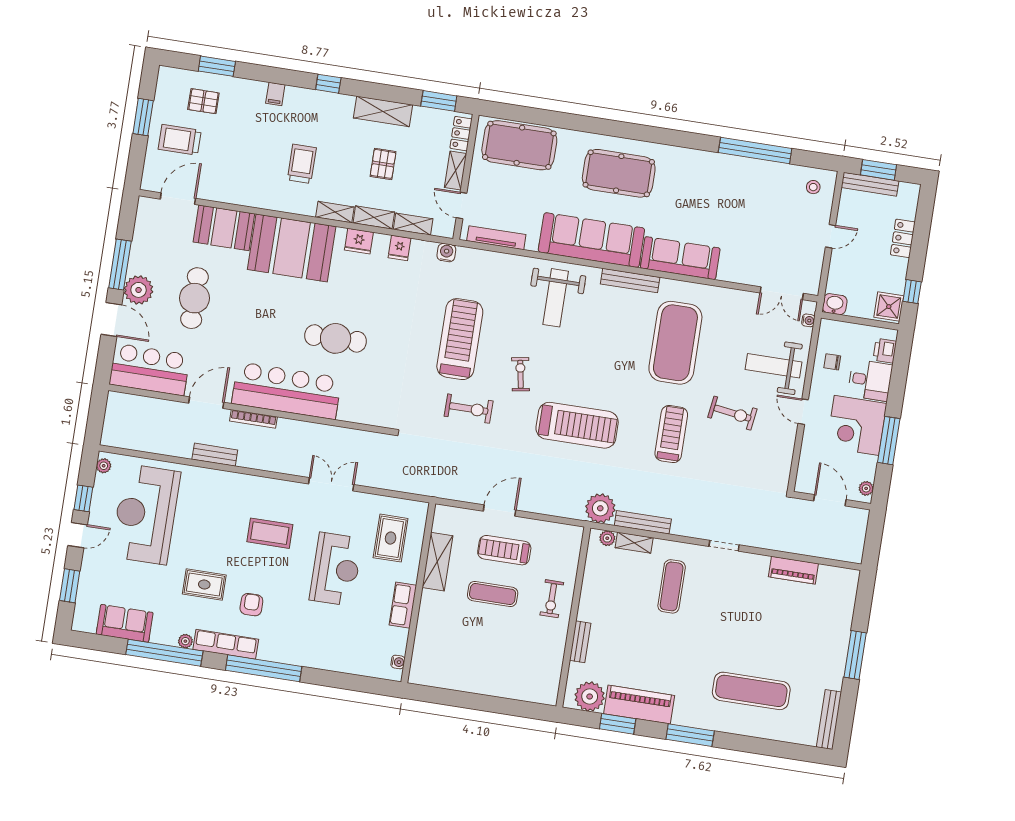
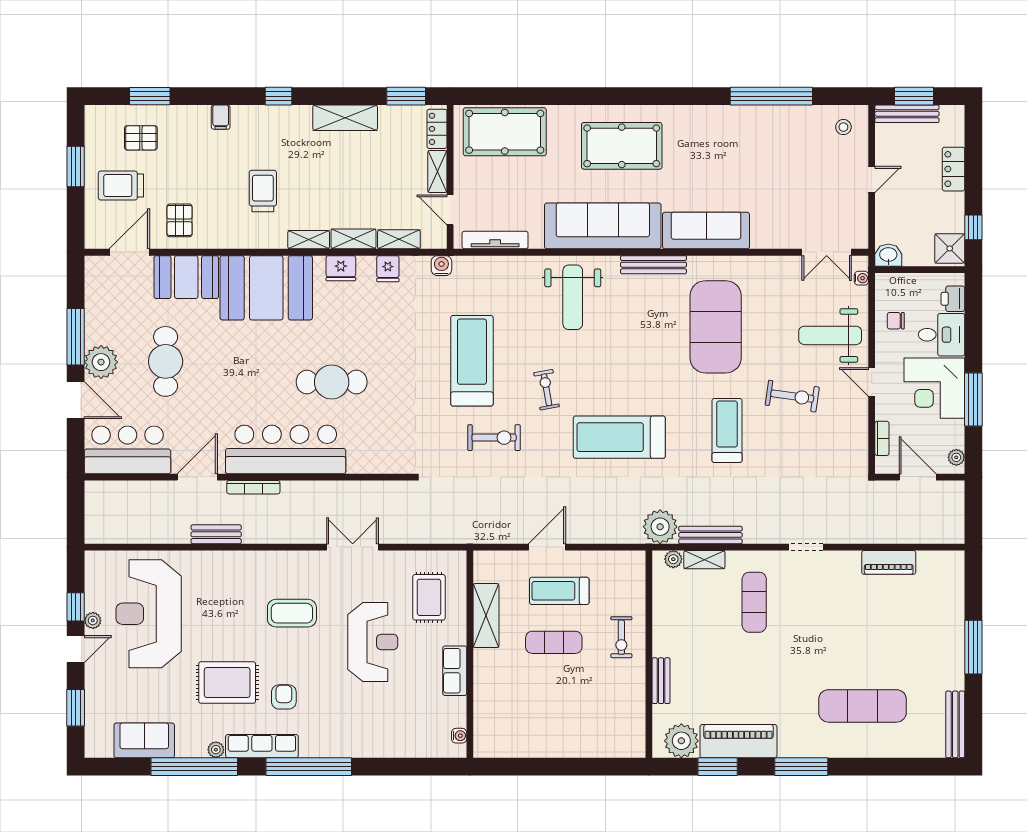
pallet: (383, 164) -> (180, 220), moved
treadmill: (577, 425) -> (619, 437), turned 180
bookcase: (804, 462) -> (882, 438), added
plant: (104, 466) -> (93, 620), moved
rug: (204, 584) -> (227, 683), width x1.36, depth x1.43

